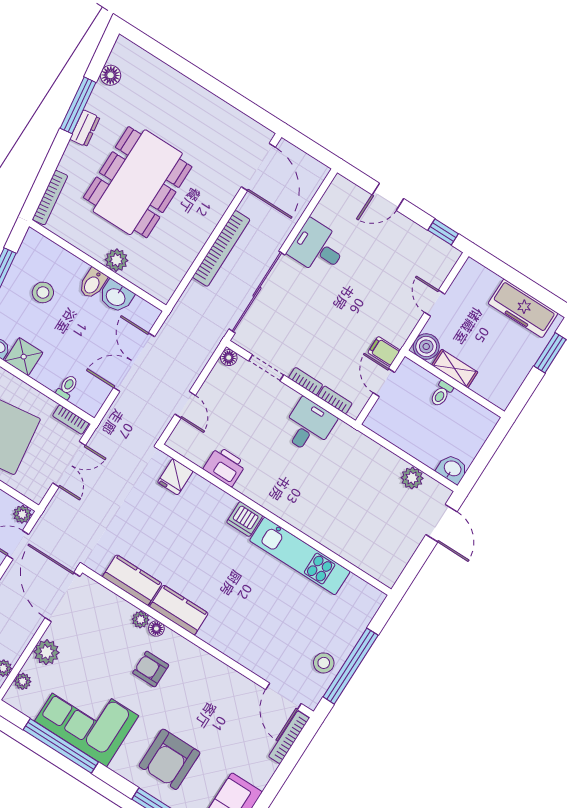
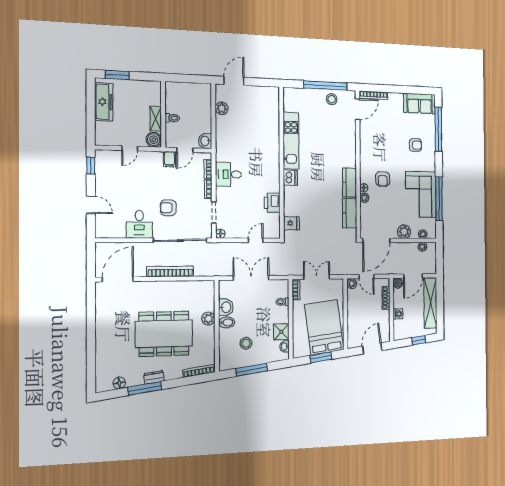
armchair: (315, 305) -> (168, 208), added
double door: (134, 362) -> (251, 278), swing flipped
washbasin: (452, 469) -> (205, 141), moved
armchair: (170, 759) -> (415, 145), width x0.53, depth x0.53

